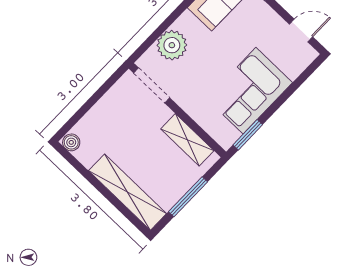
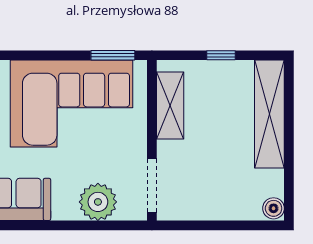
corner sofa: (250, 91) -> (71, 104), width x1.36, depth x1.36
window: (188, 197) -> (221, 55), width x0.46

